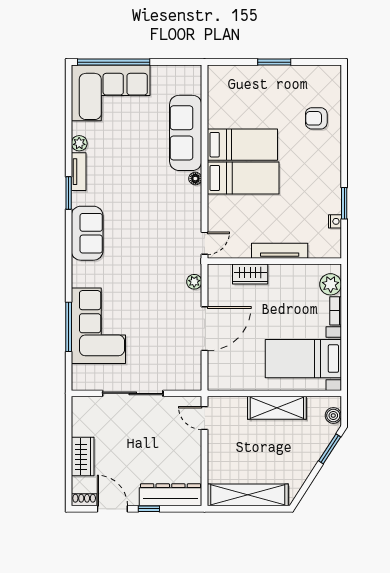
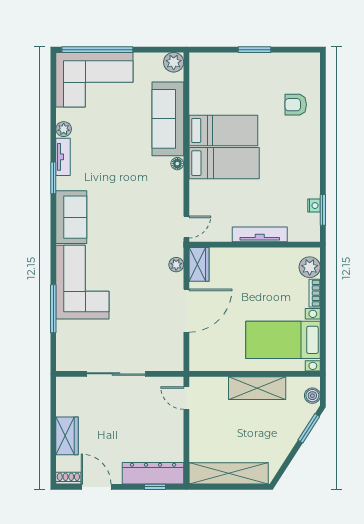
plant: (192, 75) -> (174, 62), added
window: (344, 203) -> (323, 210), moved
wardrobe: (250, 274) -> (199, 264), moved, turned -90
corner sofa: (98, 326) -> (82, 282), moved
window: (149, 509) -> (155, 487), moved

